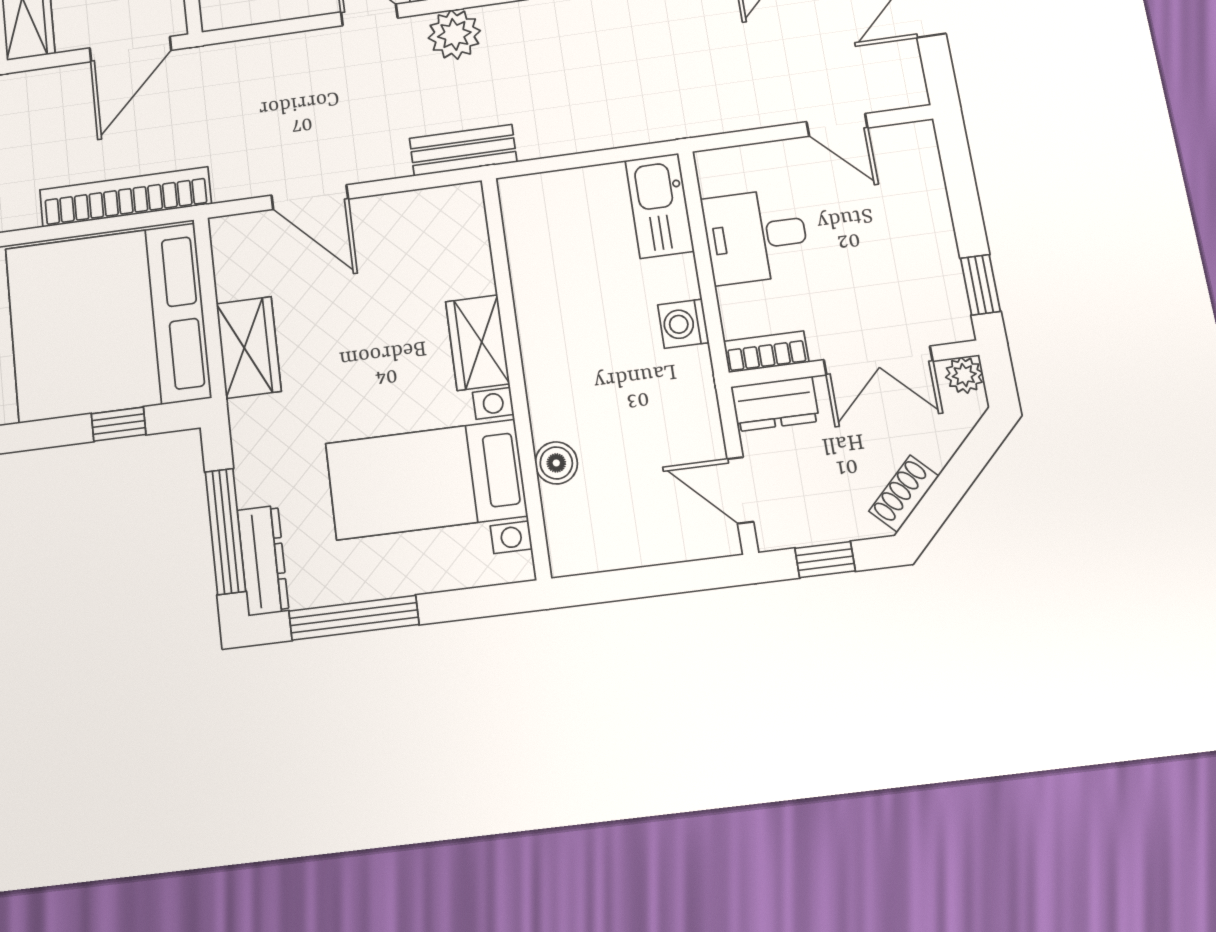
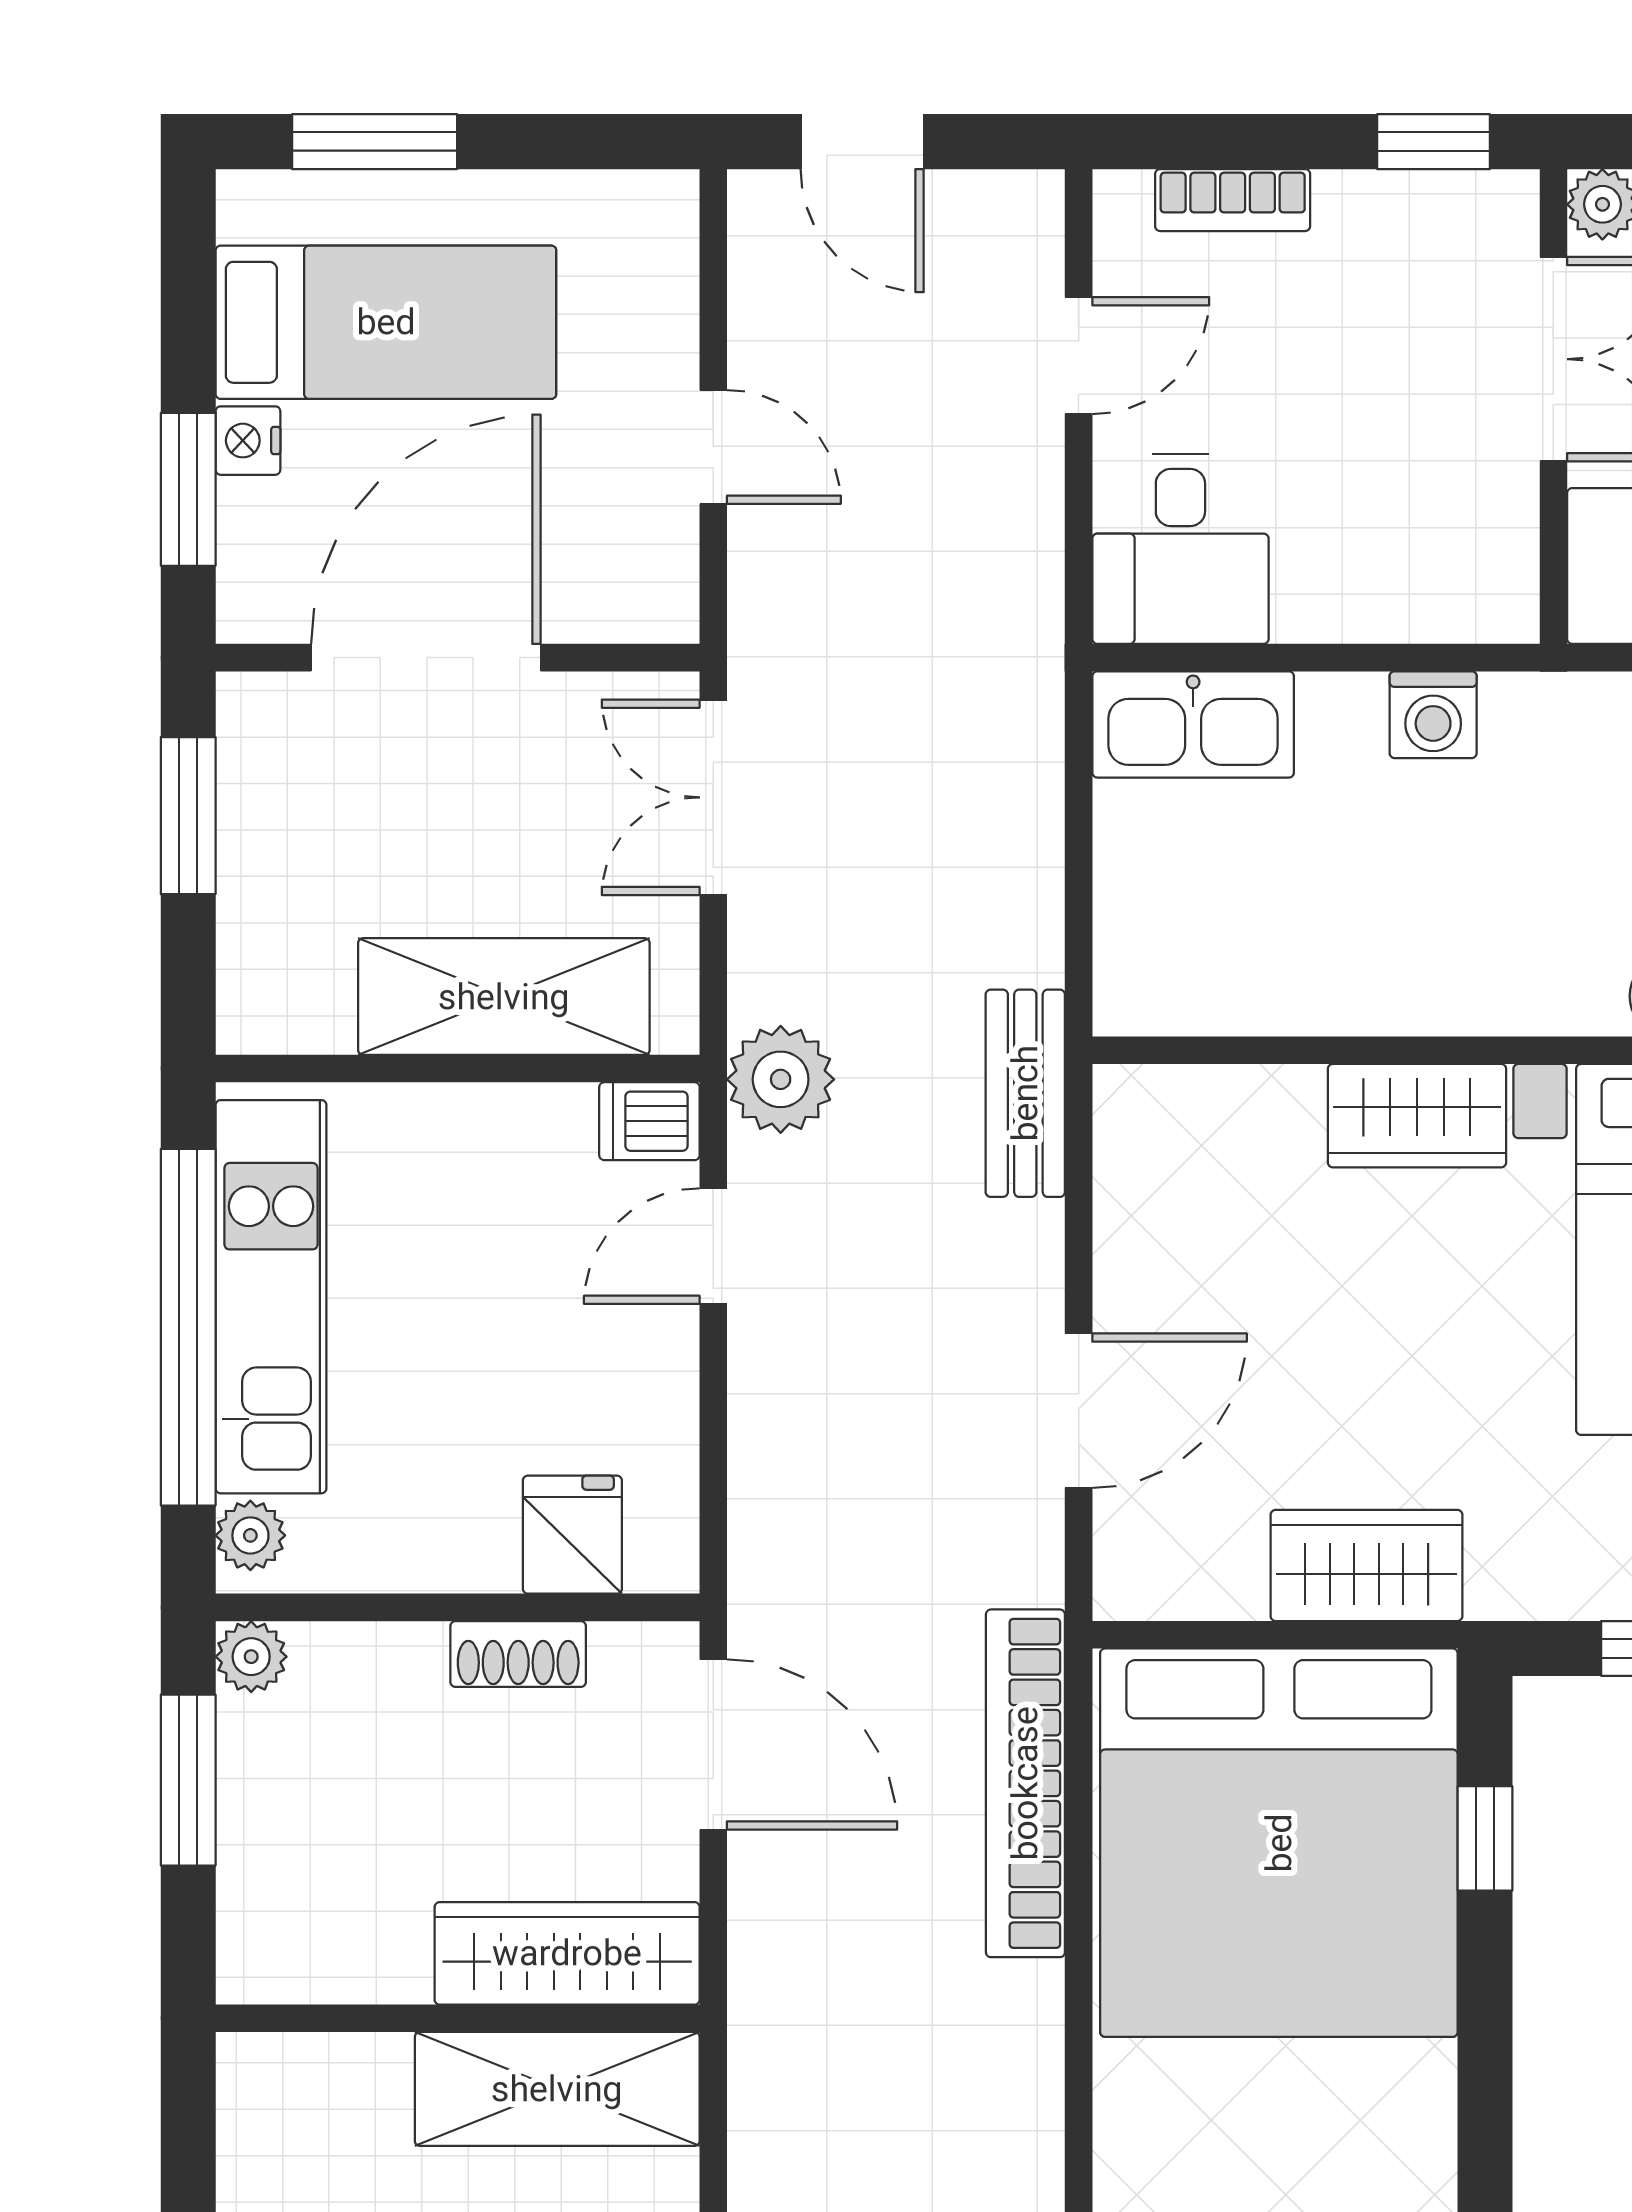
desk: (756, 236) -> (1180, 549), moved
bookcase: (766, 352) -> (1233, 200), moved, turned -90

